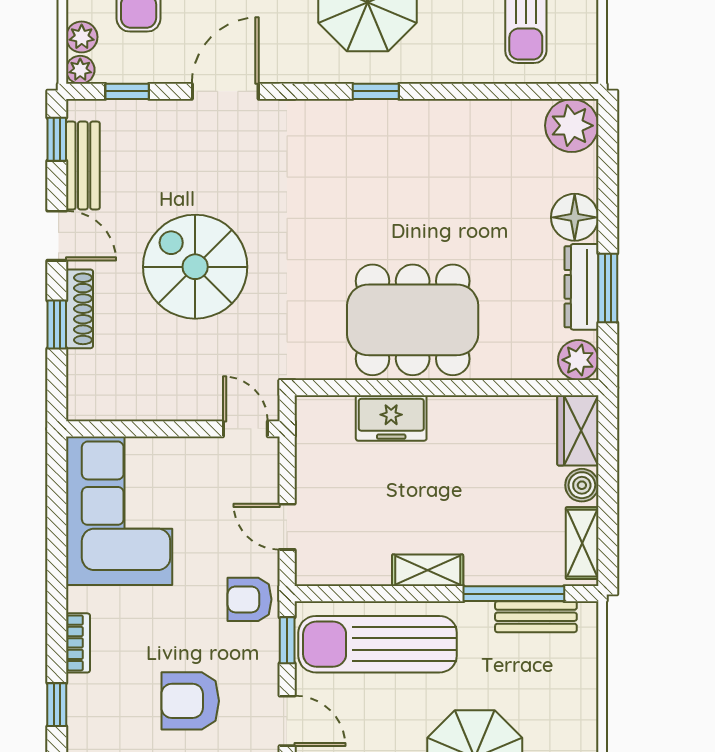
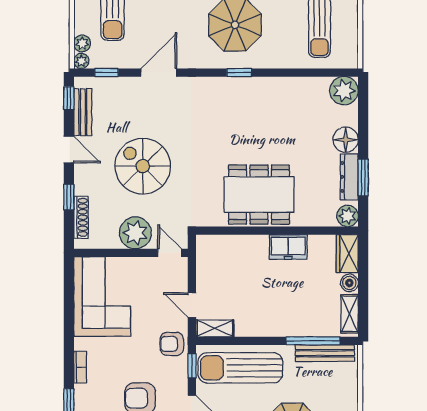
shoe rack: (79, 309) -> (81, 217), moved
plant: (181, 392) -> (135, 233), added
freezer: (391, 418) -> (288, 247), moved
shelving: (428, 570) -> (215, 328), moved
bench: (536, 617) -> (325, 353), width x1.36

